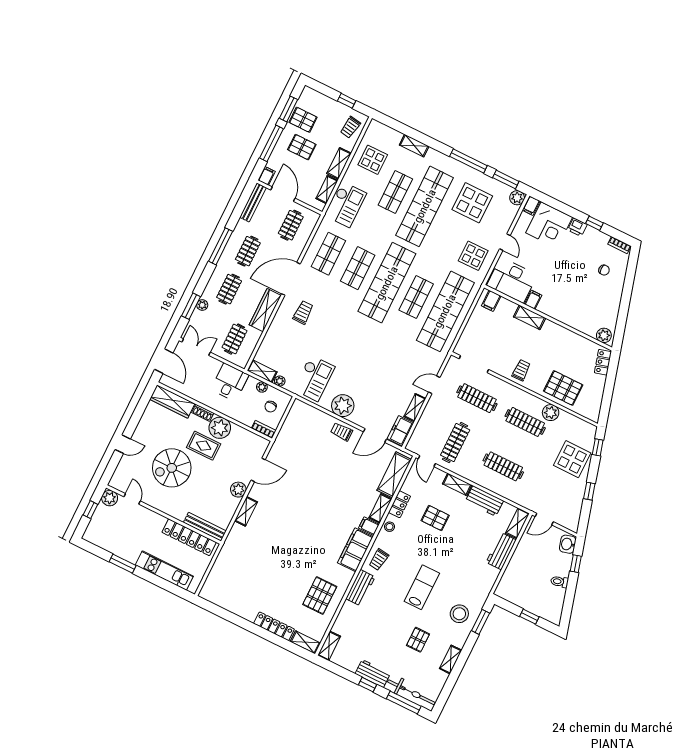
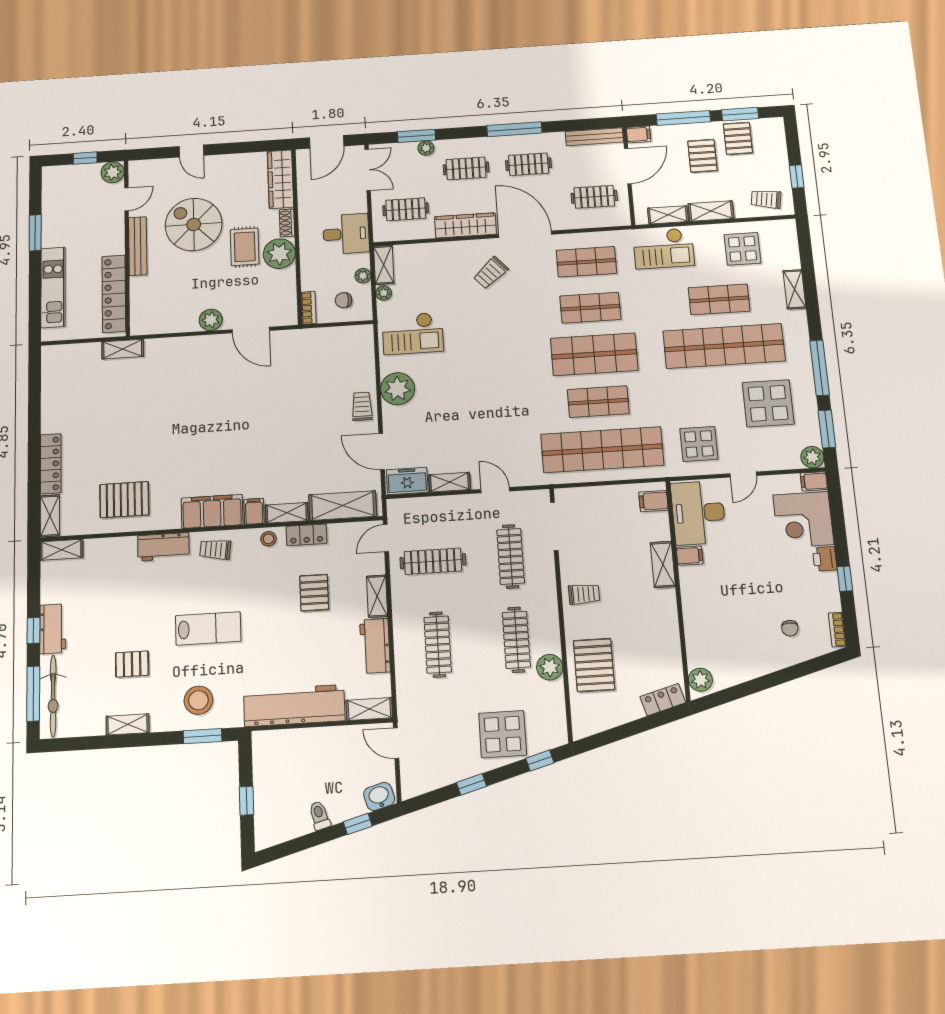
shop shelf: (387, 283) -> (594, 354), width x0.71
trolley: (303, 312) -> (491, 273), turned 138
shelving: (246, 511) -> (123, 349), moved
bench: (205, 527) -> (138, 246), moved
workbench: (501, 551) -> (294, 706), width x1.88, depth x1.32

